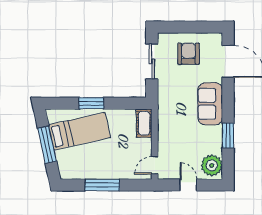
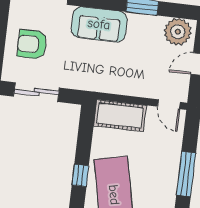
window: (91, 103) -> (80, 175), width x0.67
cot: (144, 123) -> (120, 115), width x1.37, depth x1.34

